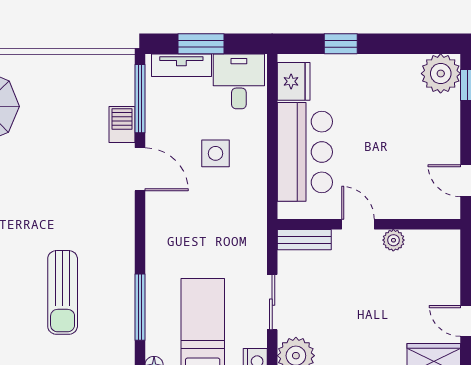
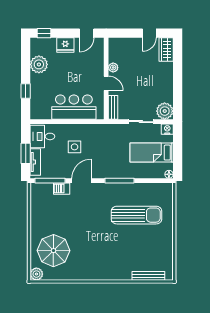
plant: (441, 74) -> (39, 64), moved
fridge: (294, 81) -> (65, 45), moved, turned 180
door: (358, 224) -> (106, 83), swing flipped
sun lounger: (63, 292) -> (136, 215), width x1.36, depth x1.34
window: (140, 307) -> (120, 181), moved

